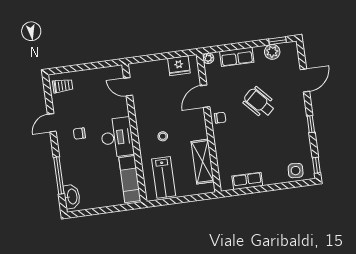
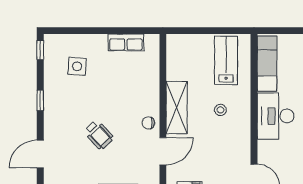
wheelchair: (259, 102) -> (99, 135), width x0.73, depth x0.73
shelving: (203, 162) -> (177, 107), moved
side table: (296, 171) -> (77, 66), moved

